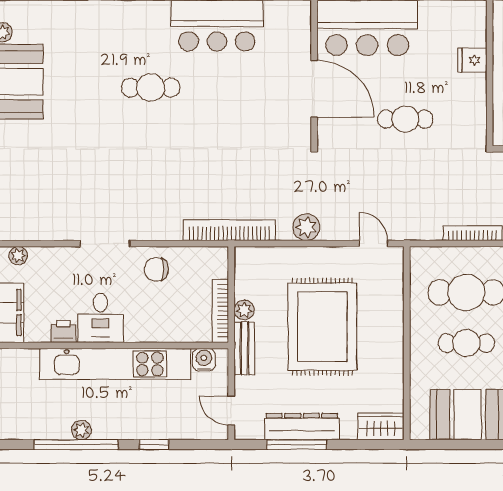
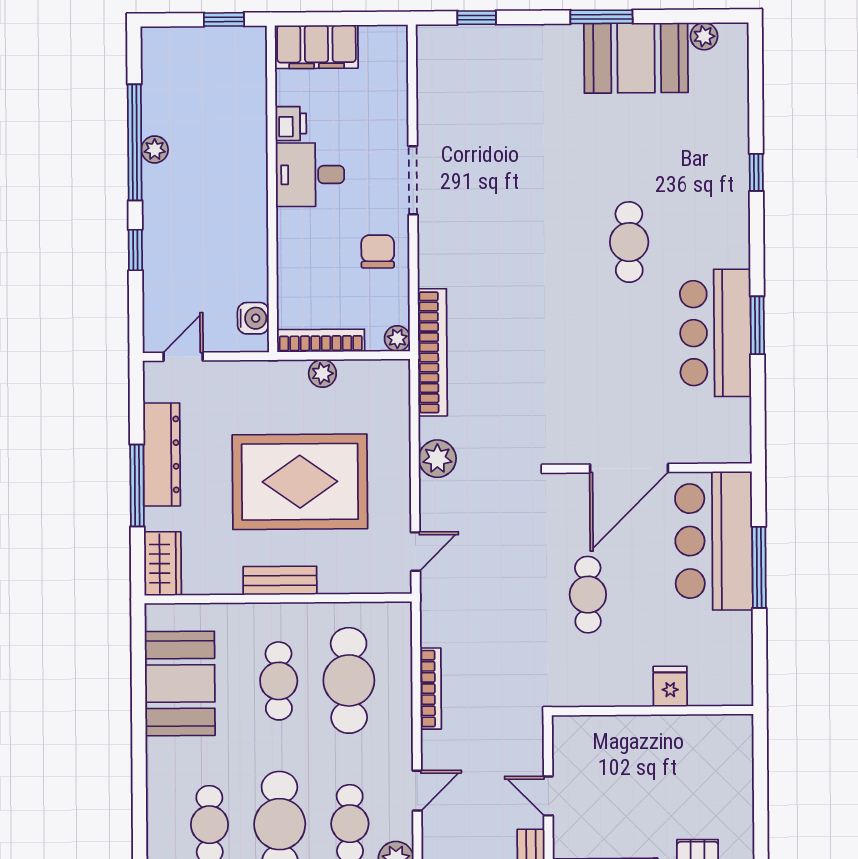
plant: (18, 256) -> (397, 338), moved
bench: (244, 348) -> (280, 581), moved
kitchen unit: (115, 364) -> (247, 195), removed
window: (297, 445) -> (137, 486), moved

